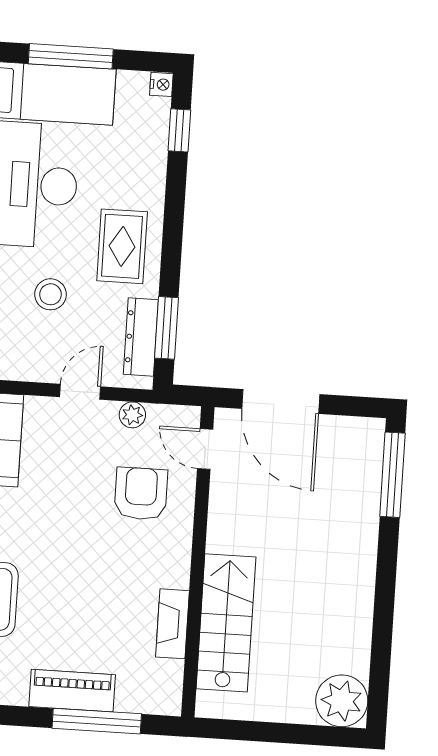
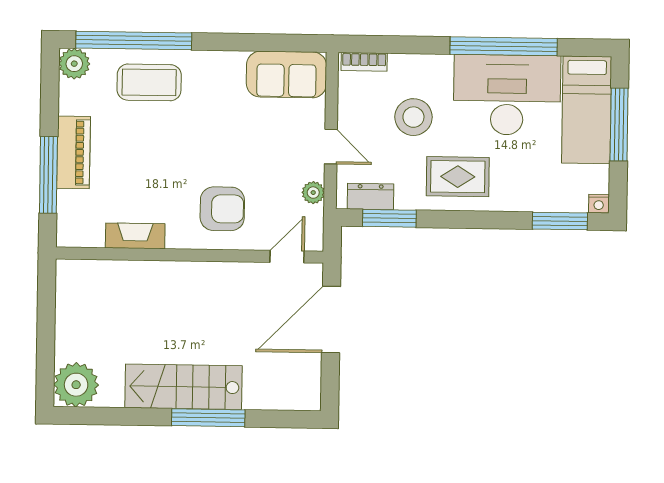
window: (179, 130) -> (560, 221), width x1.50
stool: (50, 294) -> (413, 117), width x1.38, depth x1.38
dresser: (141, 337) -> (371, 197), width x0.70
window: (392, 475) -> (208, 418), moved
armchair: (141, 494) -> (222, 209), moved
stairs: (226, 623) -> (183, 387), moved, turned 180

